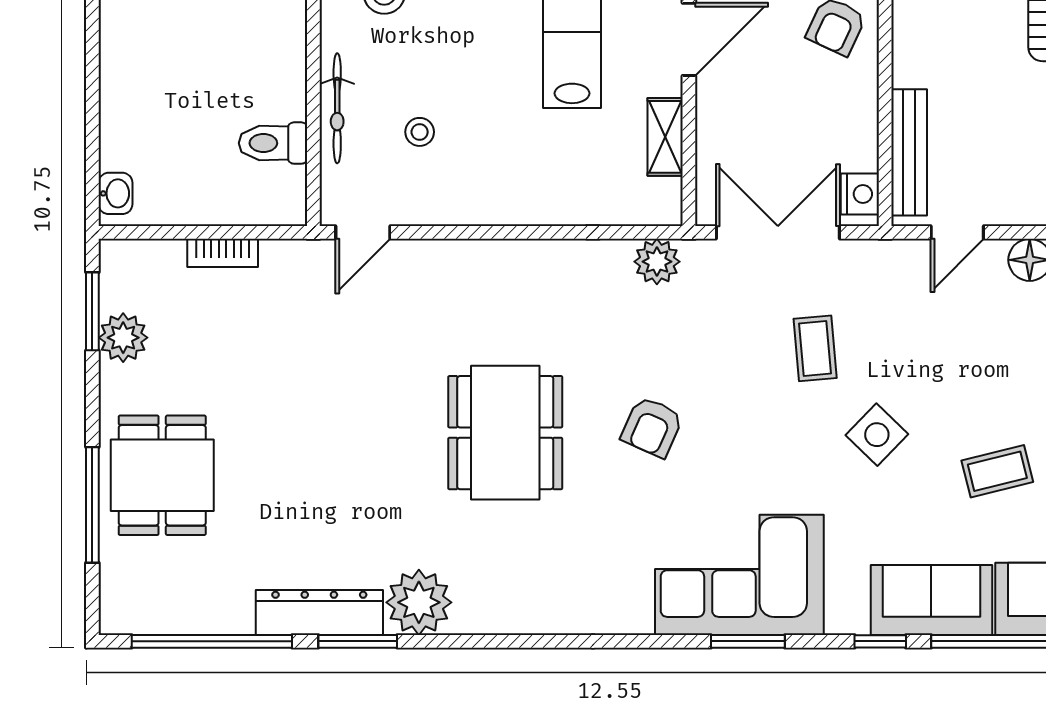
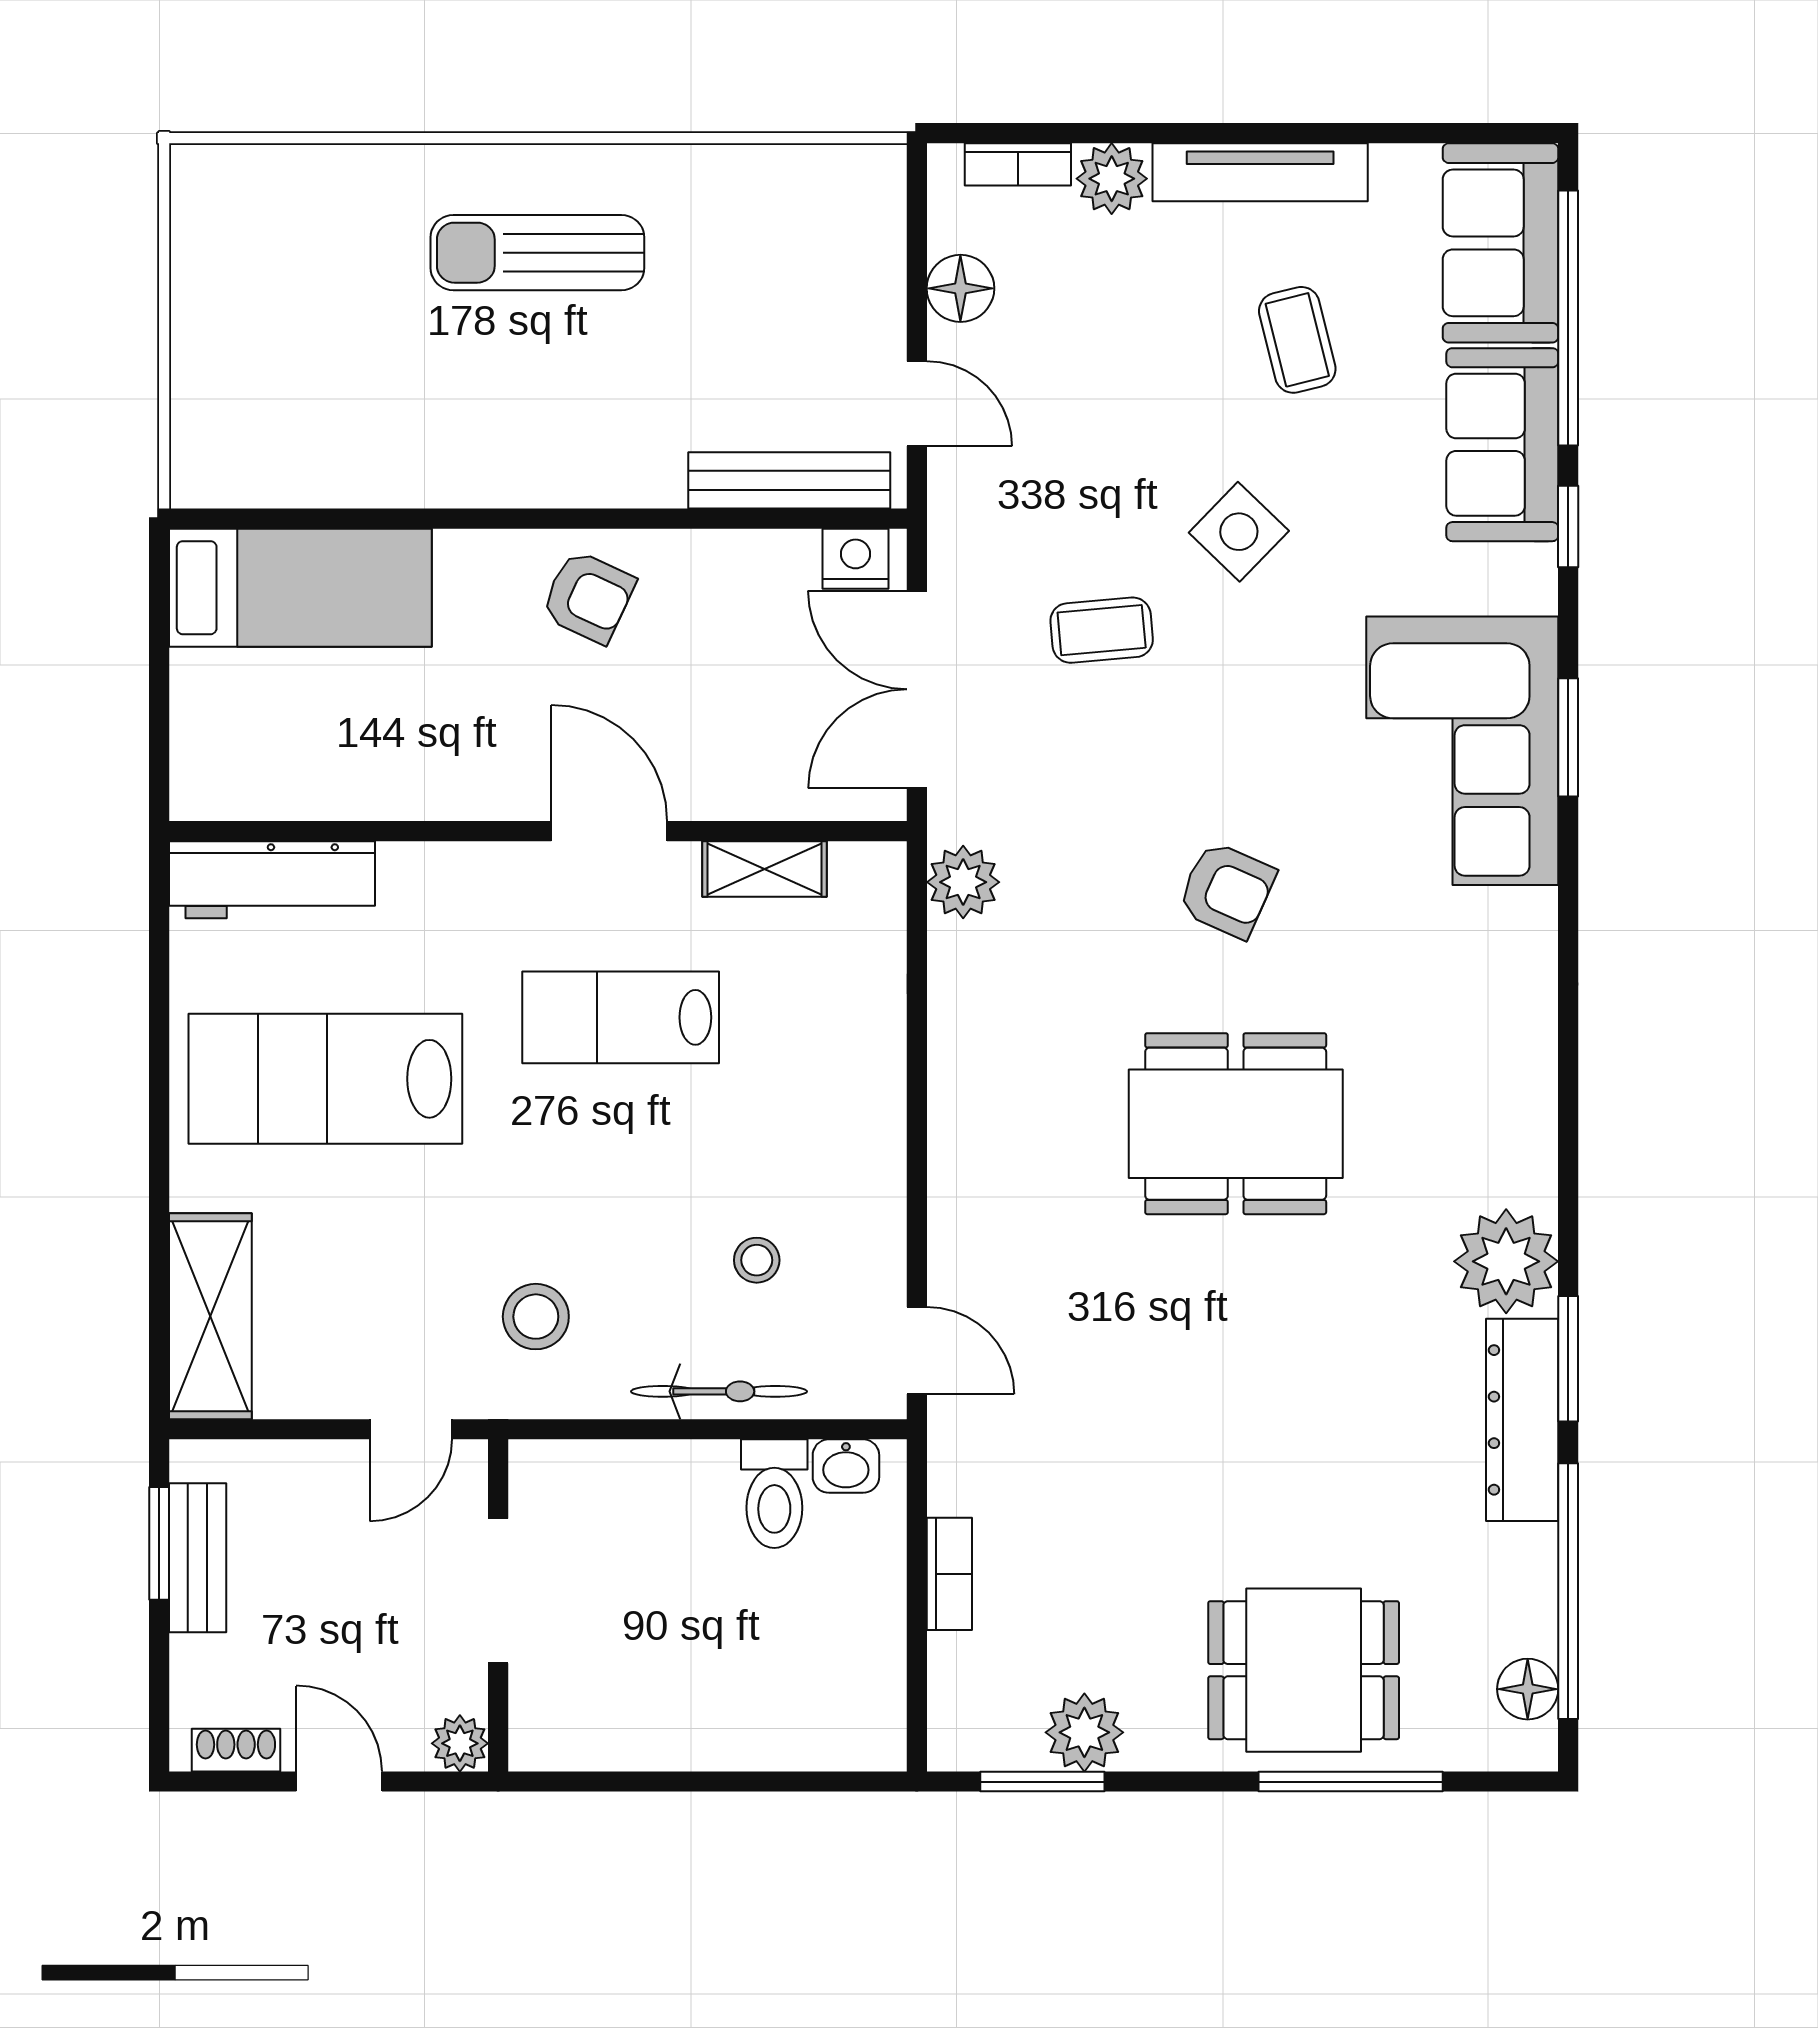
washbasin: (115, 193) -> (846, 1466), moved, turned 180
floor lamp: (150, 616) -> (1528, 1689), added

